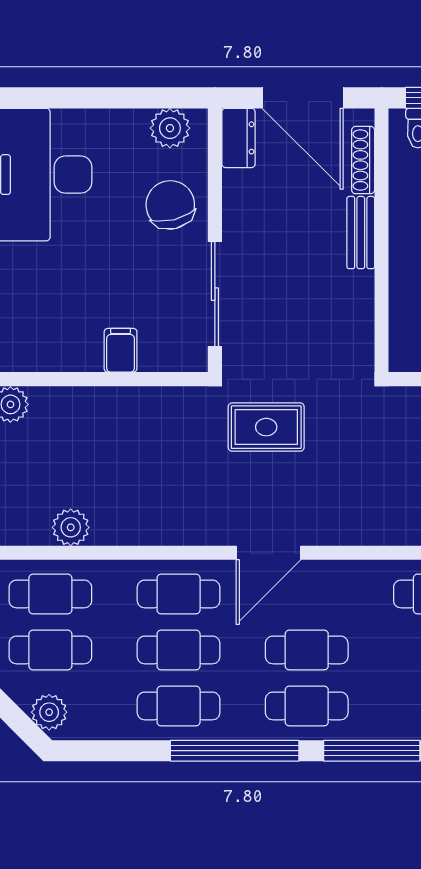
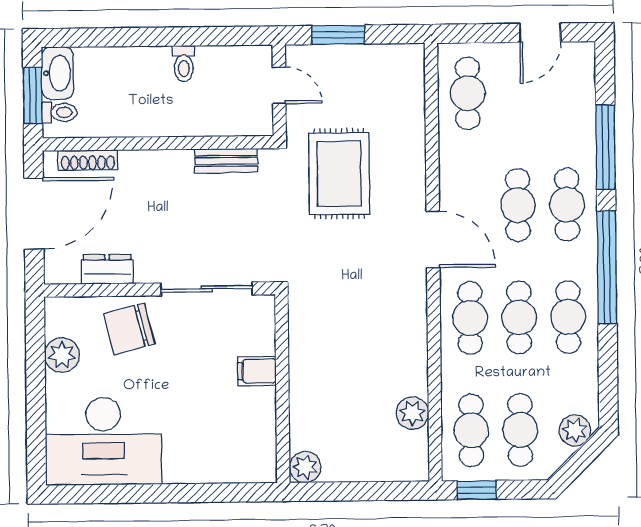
plant: (170, 128) -> (62, 355), moved
dresser: (238, 138) -> (107, 269), moved
bench: (361, 233) -> (226, 161), moved
rug: (266, 427) -> (339, 174), moved, width x1.36, depth x1.43

